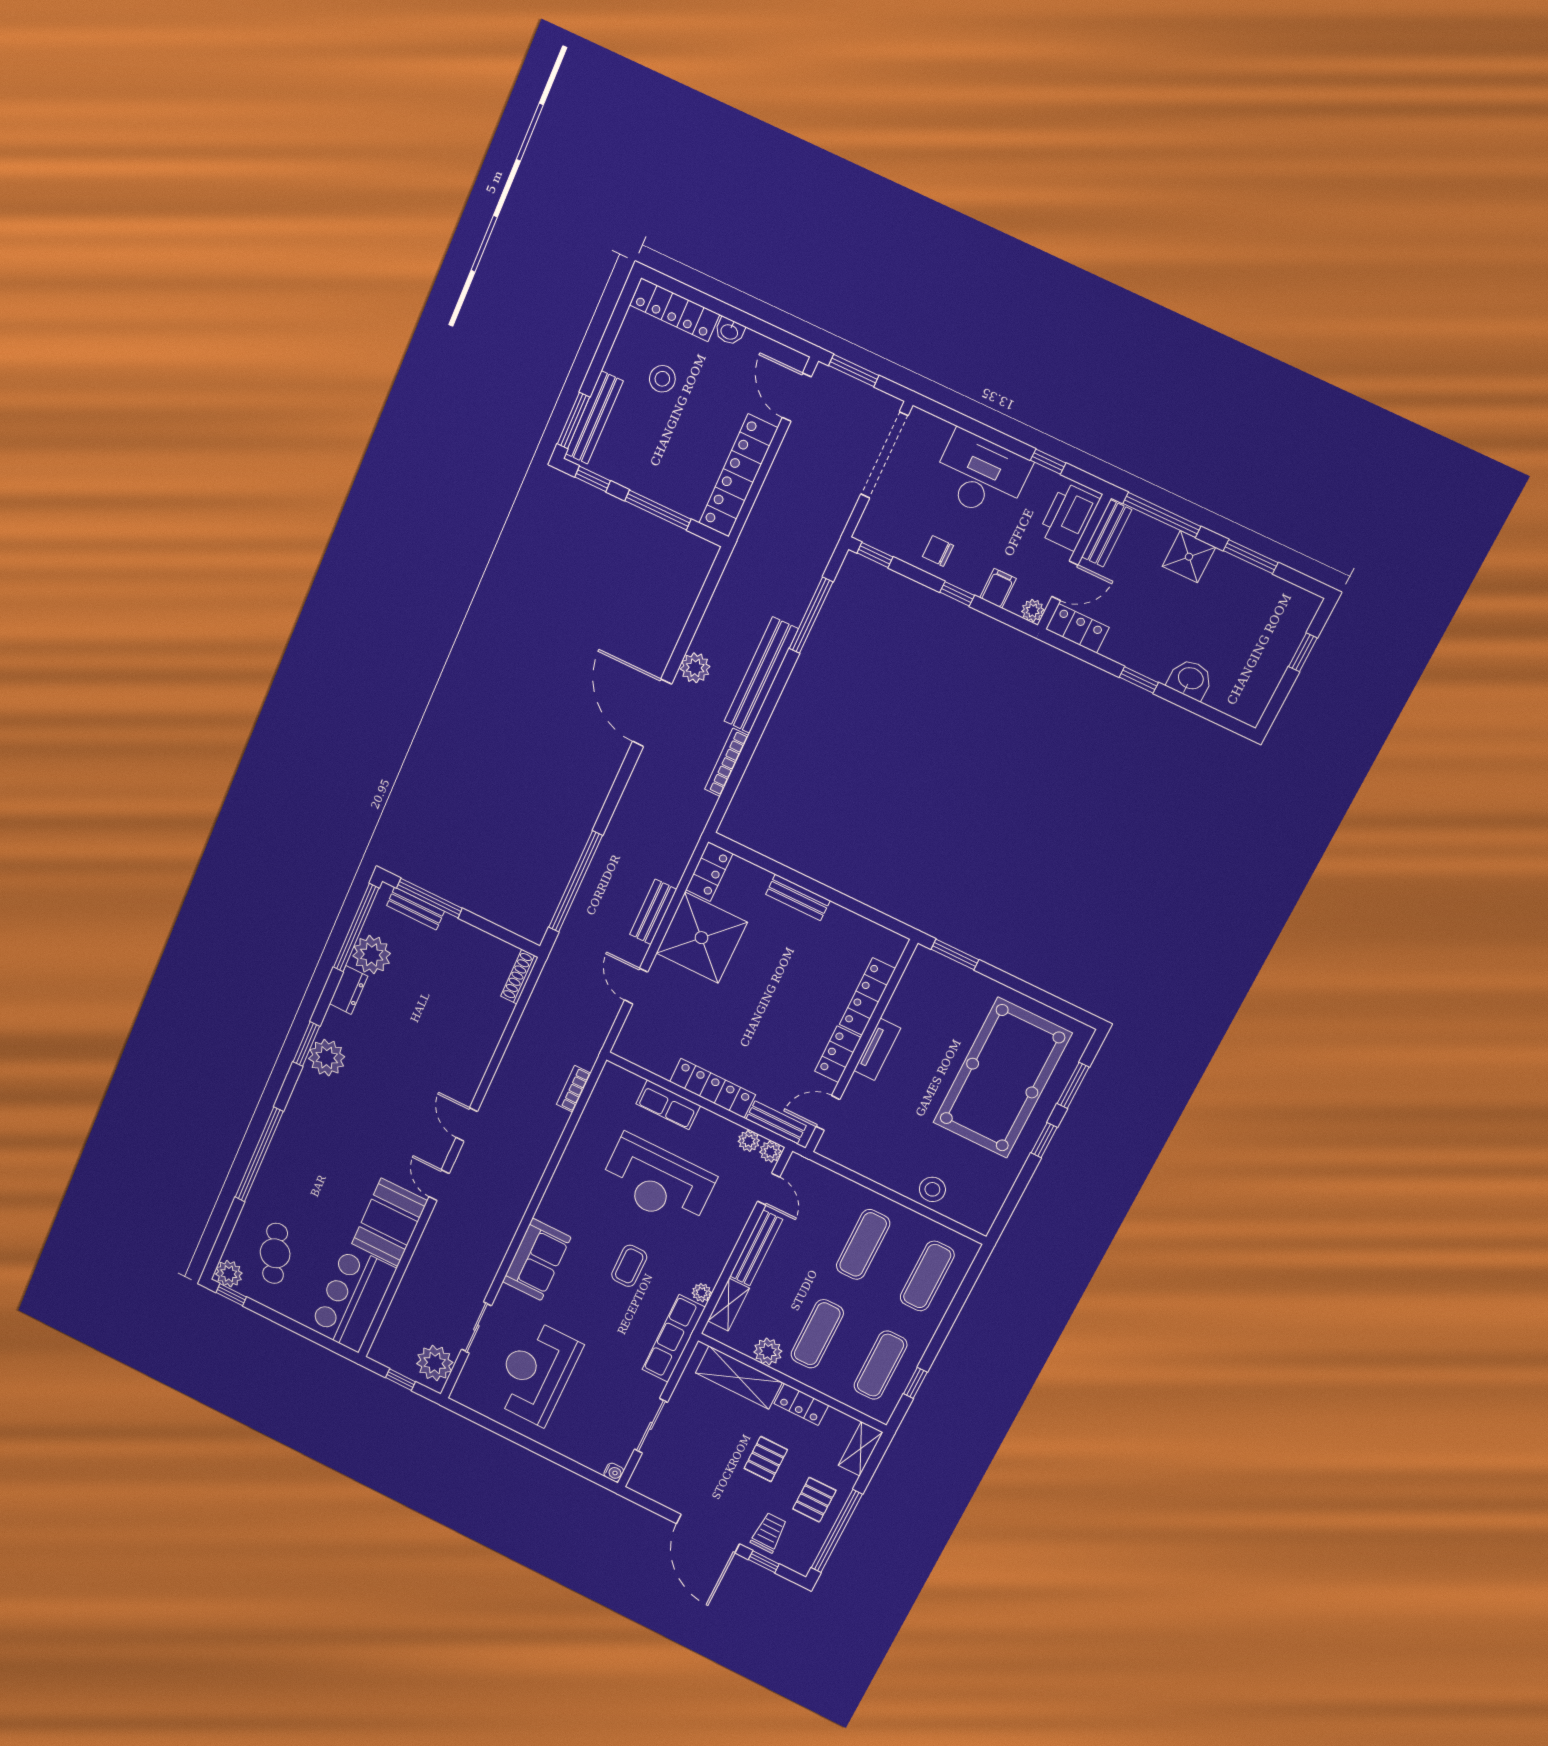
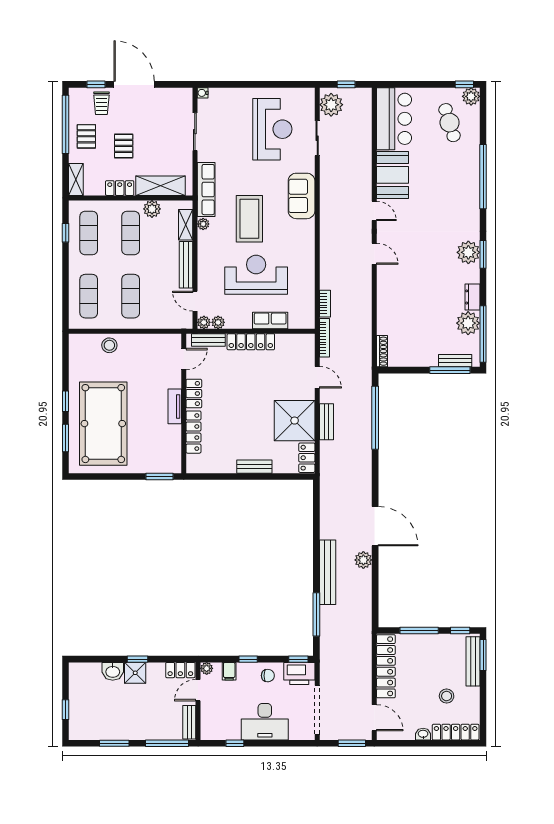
printer: (1069, 517) -> (299, 673), moved, turned 90
shower: (1189, 557) -> (135, 673), moved
bookcase: (727, 762) -> (324, 338), moved
coffee table: (629, 1266) -> (249, 219), width x1.86, depth x1.72

